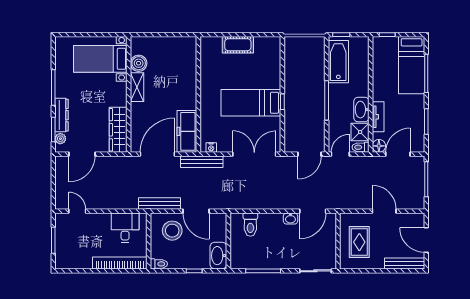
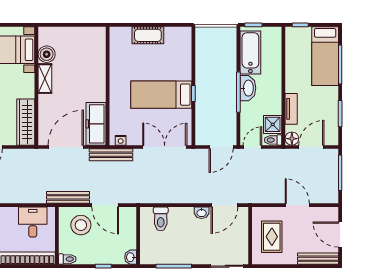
washbasin: (361, 110) -> (248, 88), moved, turned 180
washbasin: (218, 256) -> (131, 257), width x0.52, depth x0.69

